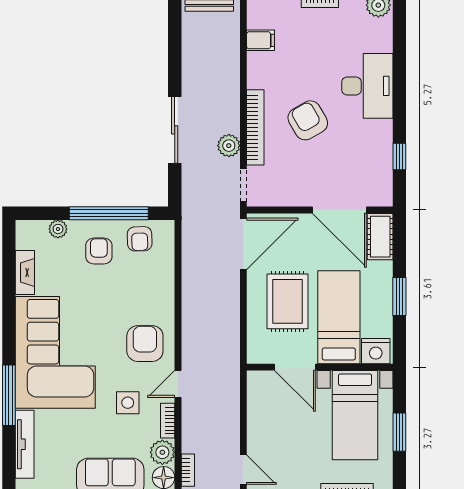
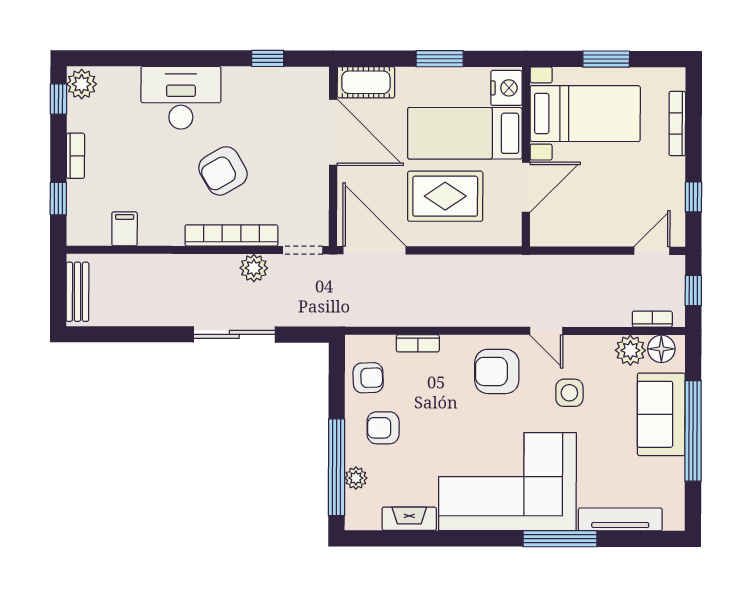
door: (339, 210) -> (333, 132), hinge flipped
window: (109, 213) -> (337, 467), moved
bookcase: (168, 421) -> (418, 343), moved

